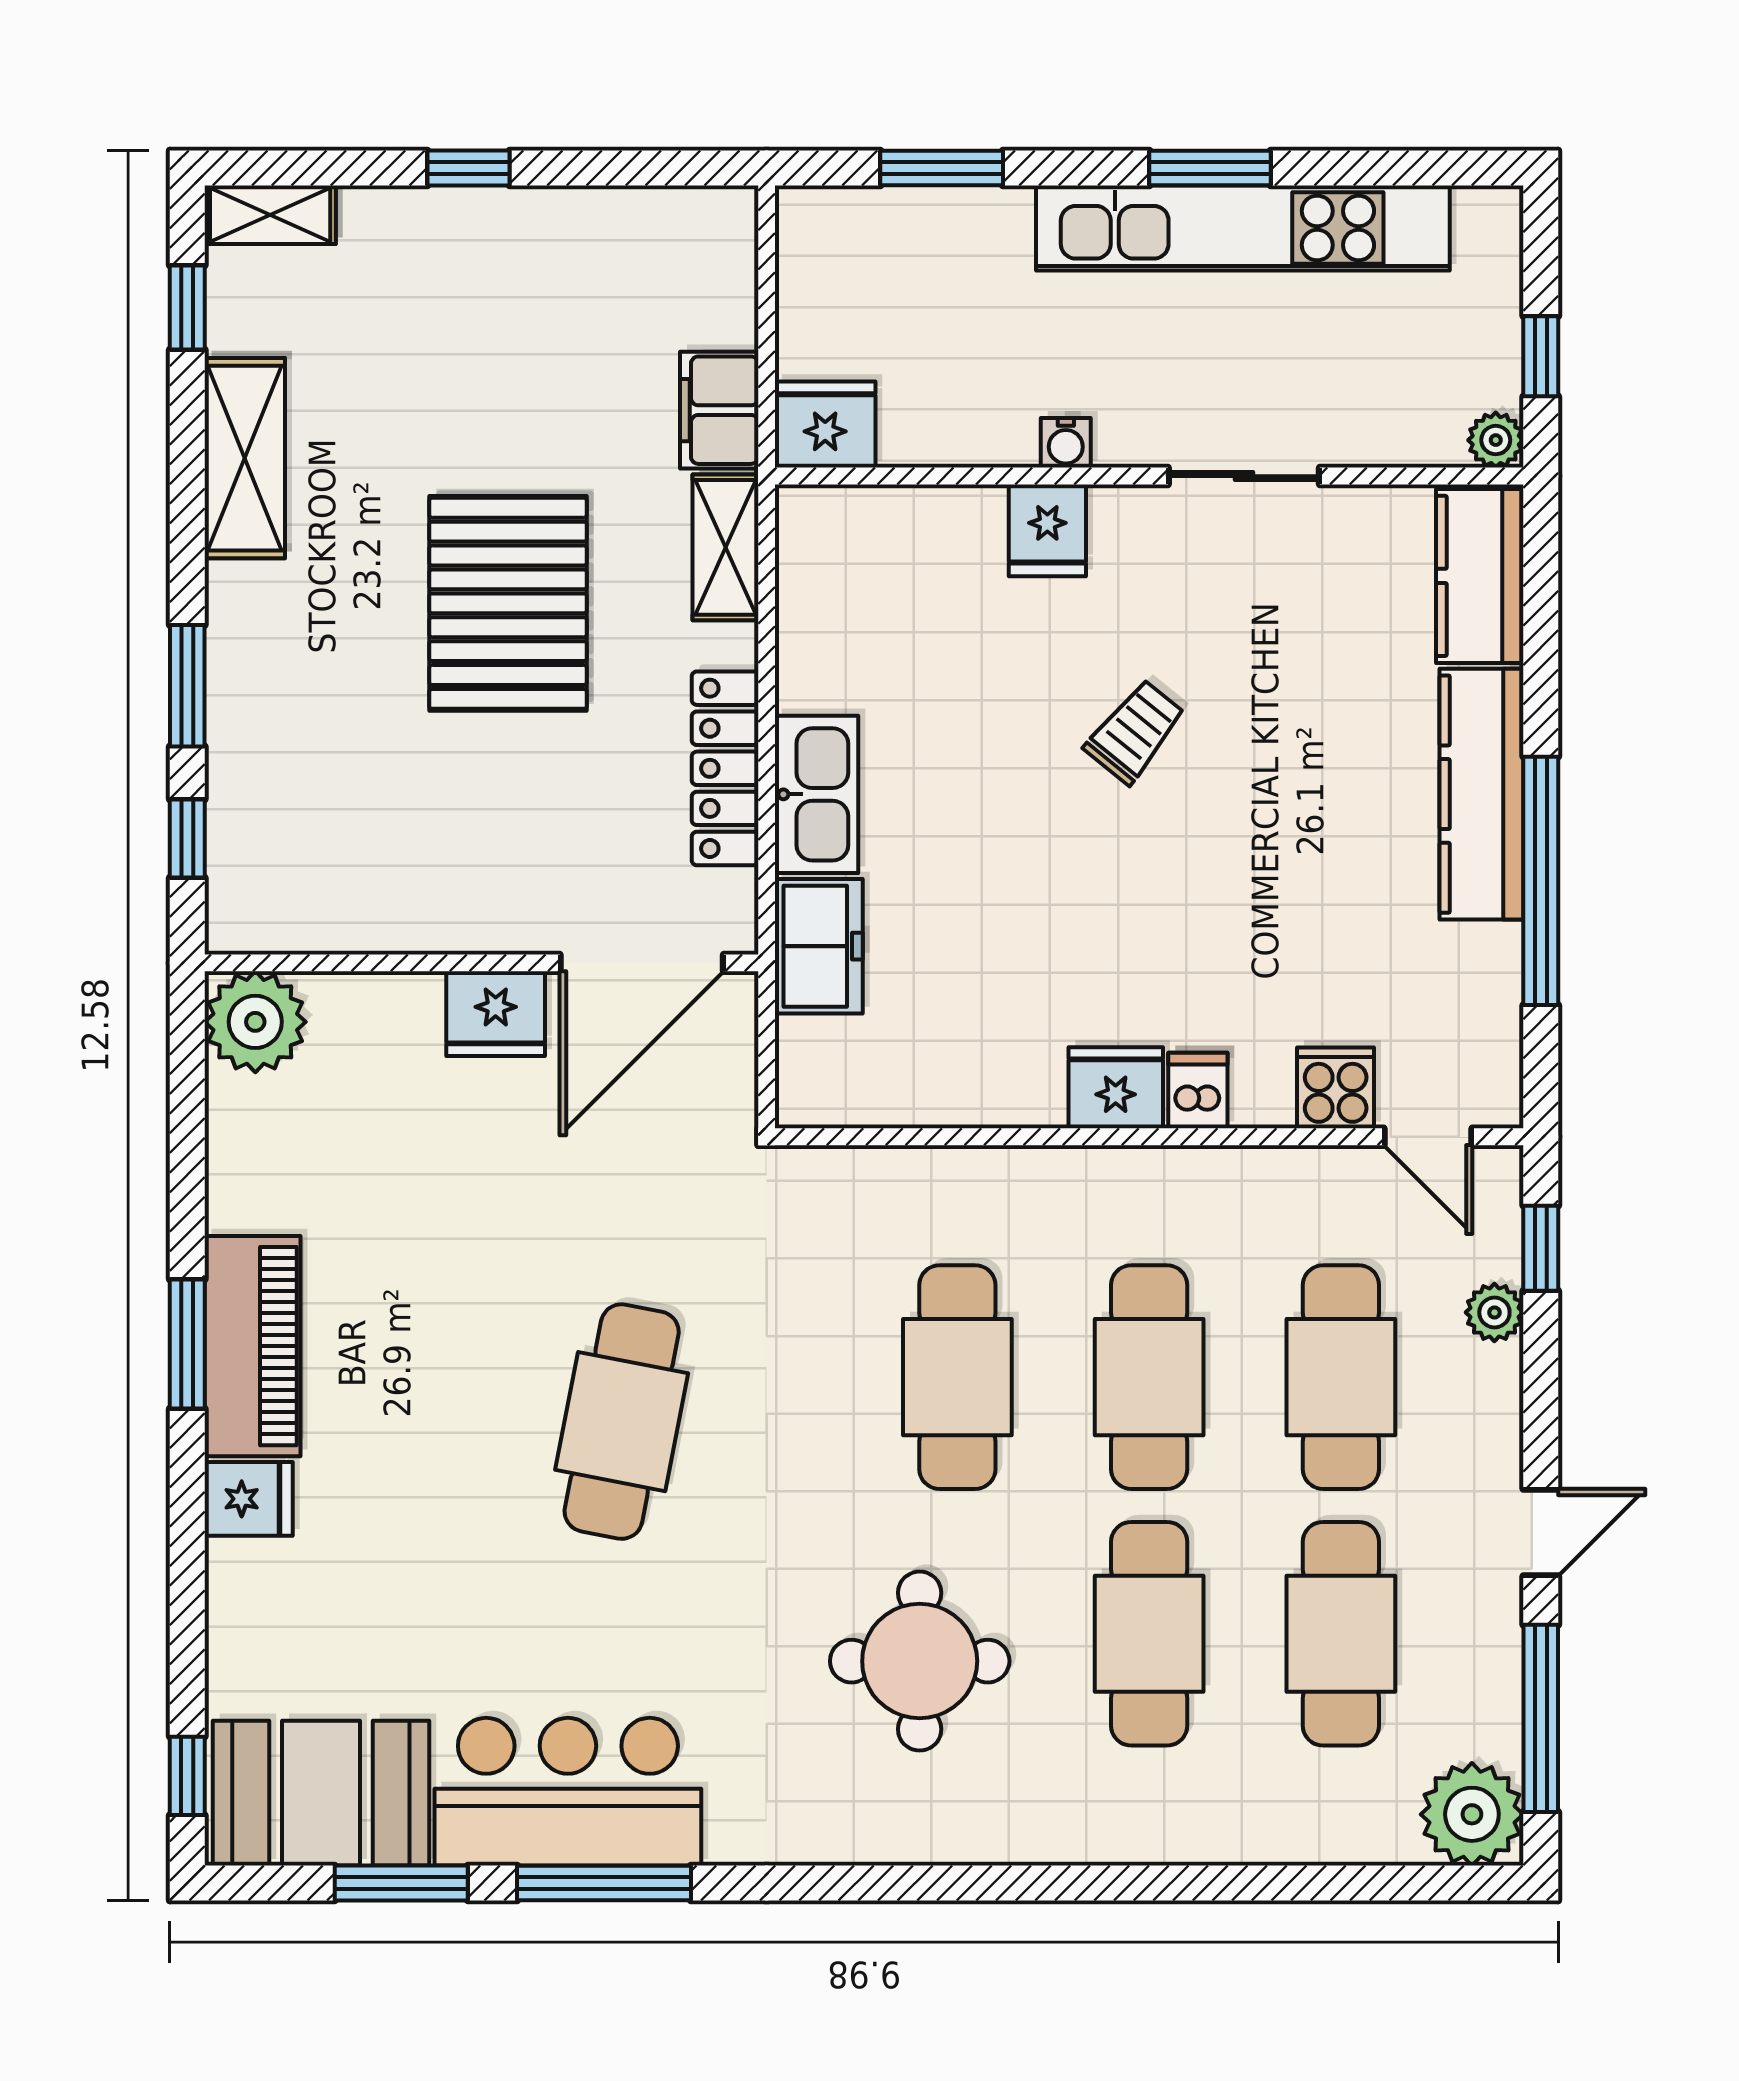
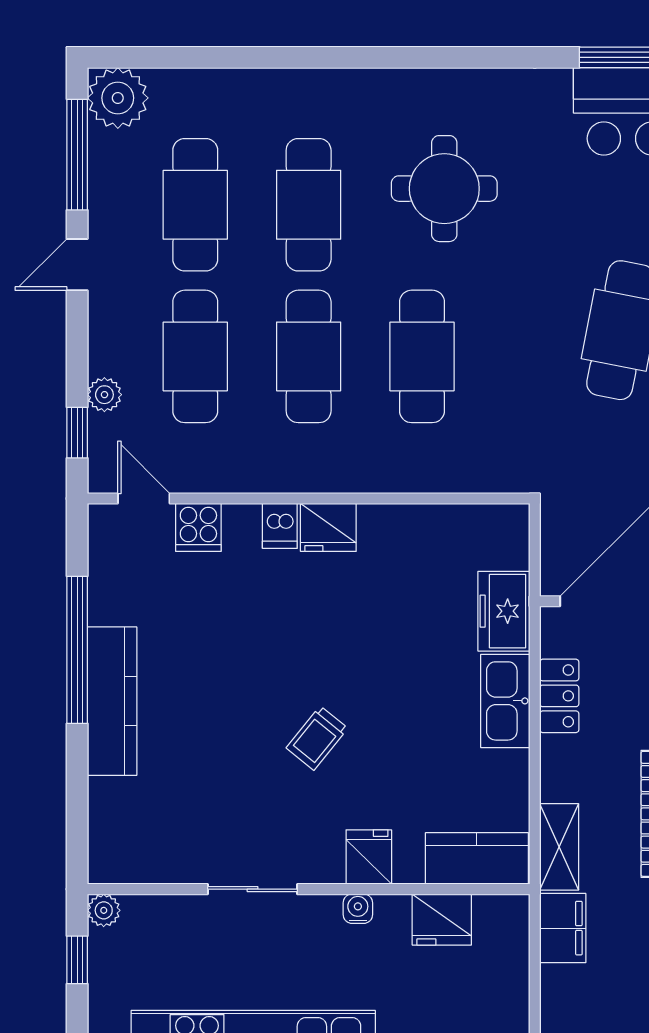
fridge: (825, 424) -> (442, 920), moved
kitchen counter: (1480, 576) -> (477, 858), moved, turned -90
locker: (725, 768) -> (559, 696), width x0.66

